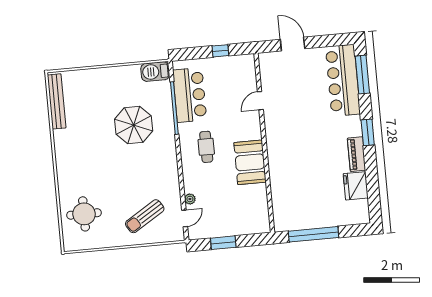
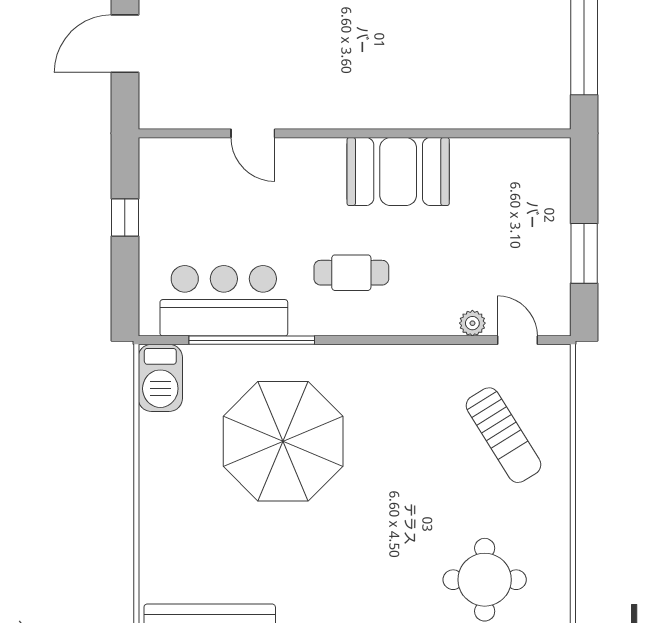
parasol: (134, 125) -> (283, 441), width x1.36, depth x1.36

